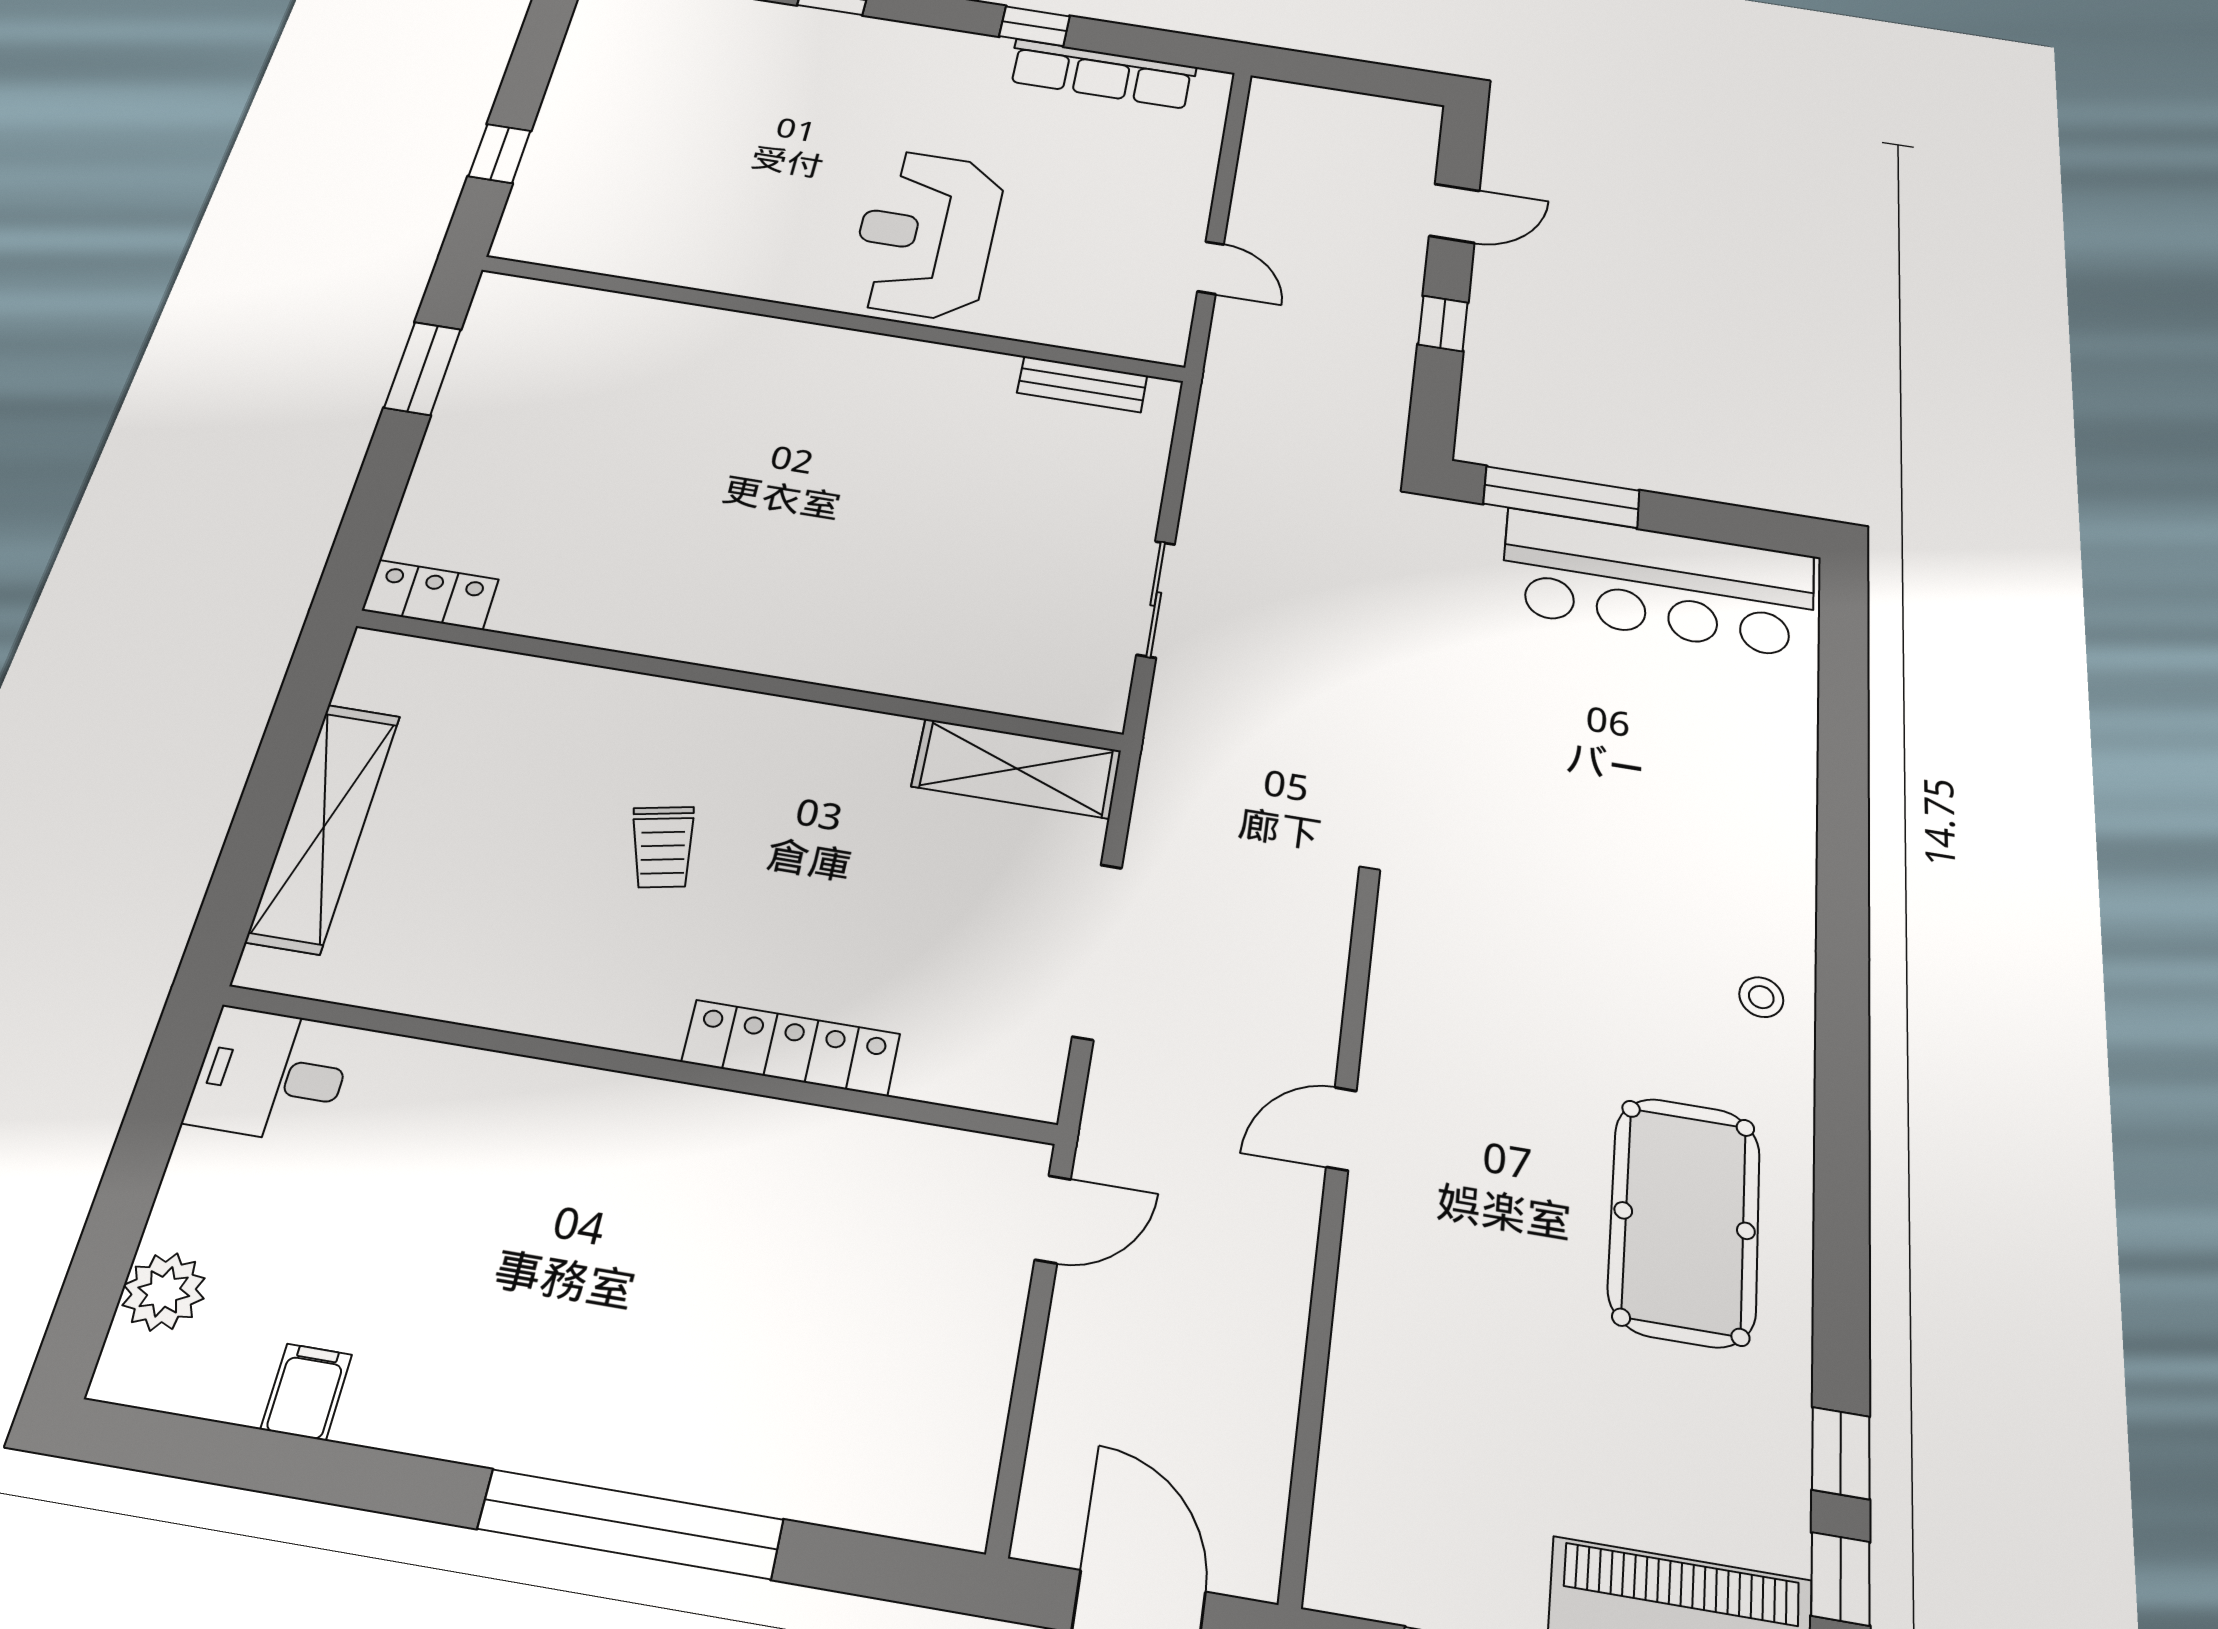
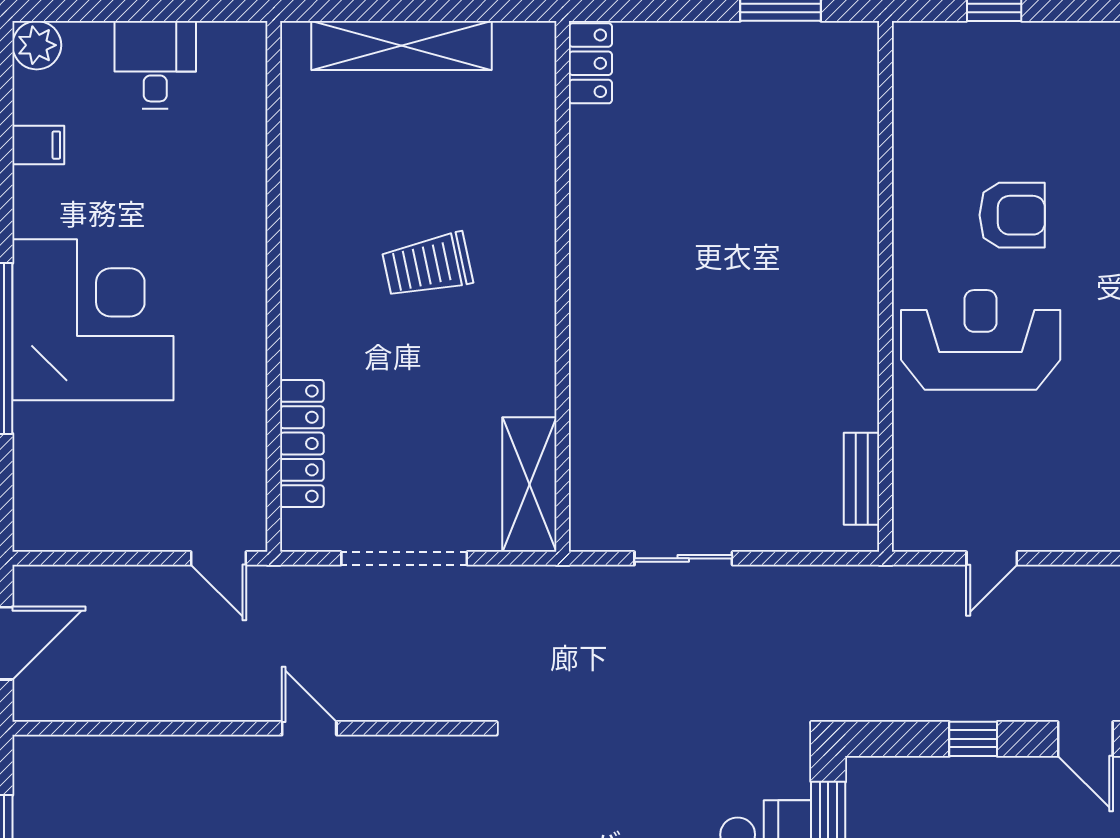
armchair: (774, 179) -> (1012, 215), added
trolley: (663, 847) -> (427, 265), width x1.36, depth x1.39
locker: (791, 1048) -> (302, 444), moved
desk: (271, 1075) -> (155, 65), moved
plant: (164, 1292) -> (37, 45), moved
corner desk: (622, 1352) -> (93, 320), added

